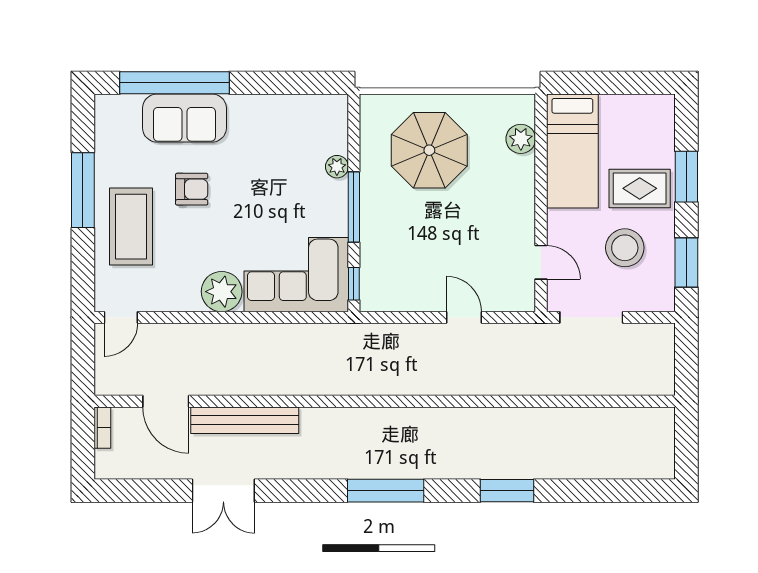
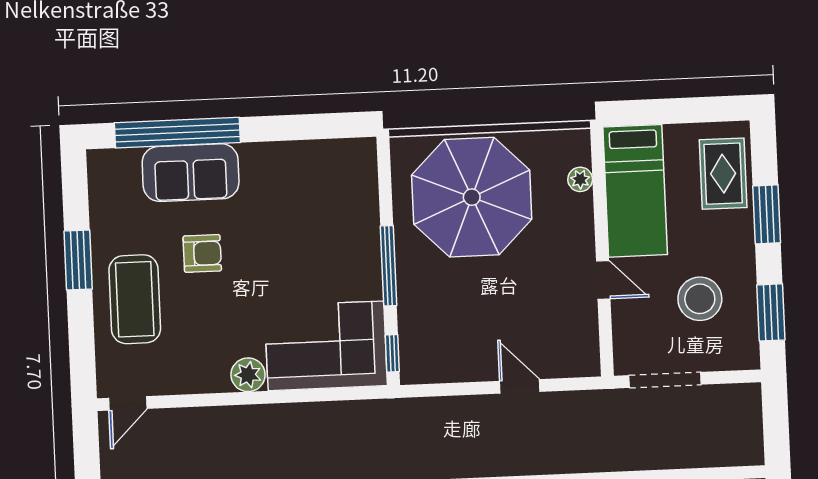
plant: (521, 139) -> (580, 179), width x0.73, depth x0.73
parasol: (429, 150) -> (472, 197), width x1.36, depth x1.36
plant: (337, 167) -> (367, 221), removed
rug: (640, 188) -> (723, 174), moved, turned 90
window: (83, 190) -> (78, 260), width x0.69
door: (541, 262) -> (603, 280), moved
plant: (222, 292) -> (248, 375), width x0.73, depth x0.73

